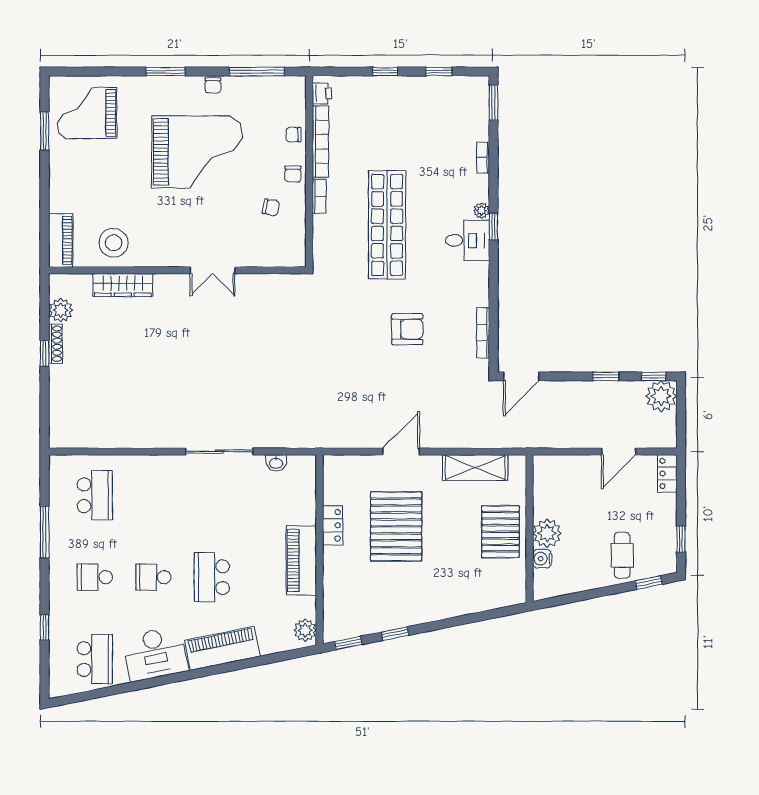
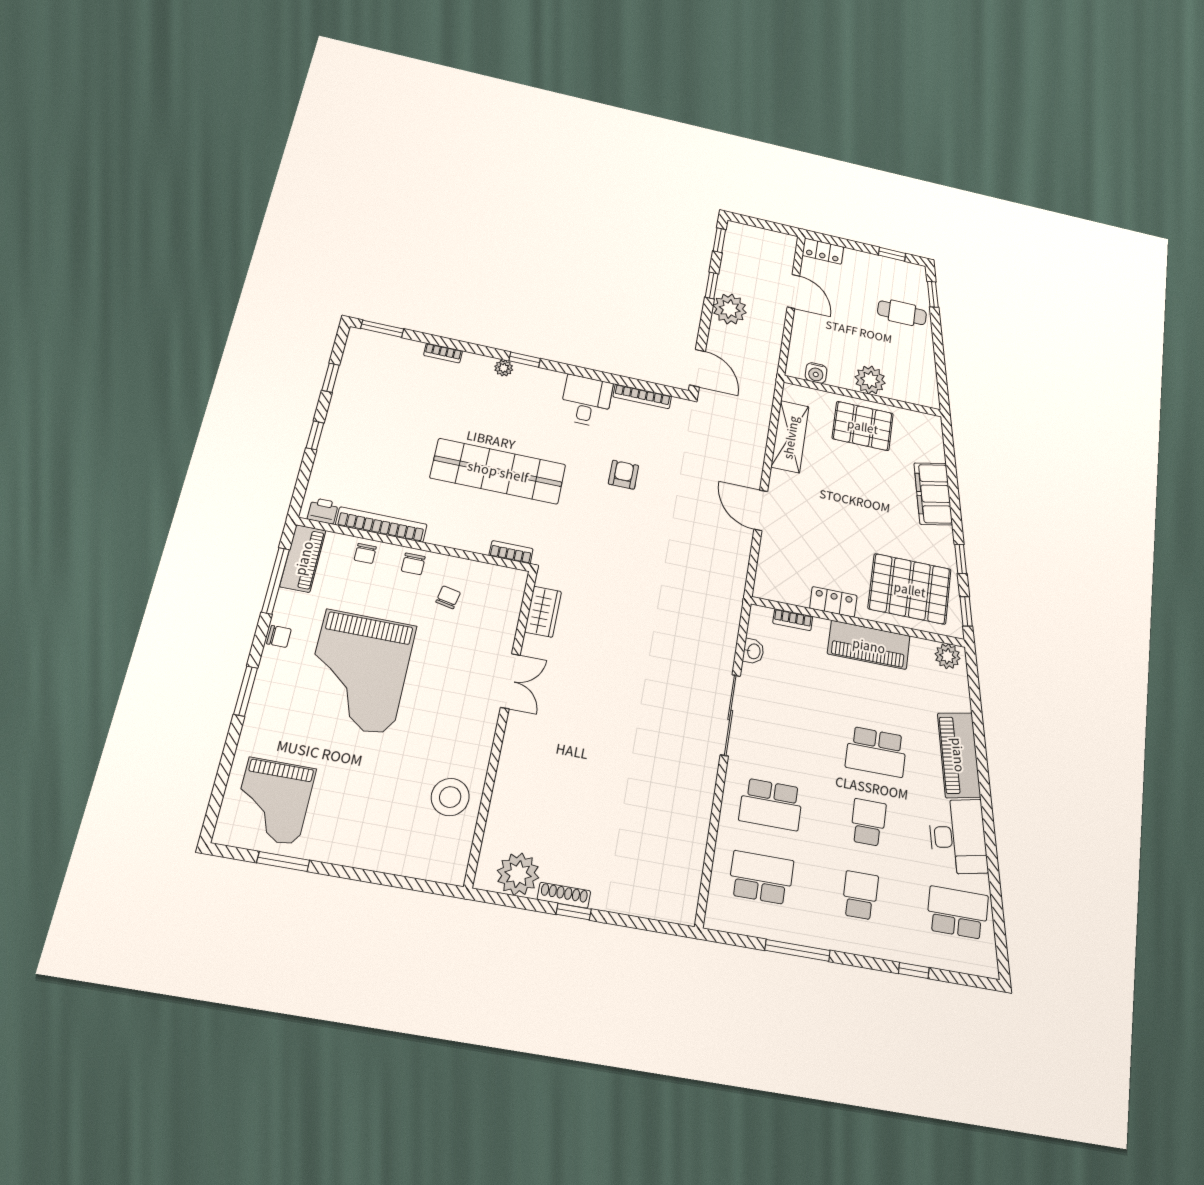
grand piano: (197, 152) -> (359, 672), turned 180
chair: (293, 174) -> (413, 564), turned 90
bookcase: (319, 196) -> (511, 552), moved
piano: (61, 240) -> (303, 558), moved, turned 90
desk: (468, 240) -> (586, 401), moved
wardrobe: (123, 285) -> (543, 612), moved, width x0.67
plant: (61, 310) -> (518, 874), width x1.36, depth x1.36
armchair: (407, 329) -> (623, 475), width x0.72, depth x0.72
plant: (661, 396) -> (730, 309), moved
bookcase: (310, 492) -> (793, 620), added
school desk: (153, 495) -> (771, 804), added
pallet: (396, 526) -> (910, 589), moved
water cooler: (542, 559) -> (816, 373), moved
school desk: (95, 577) -> (860, 895), turned 180
school desk: (153, 577) -> (868, 822), turned 180
filing cabinet: (450, 603) -> (933, 494), added

